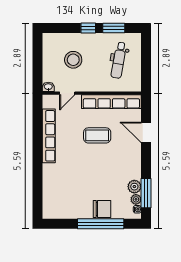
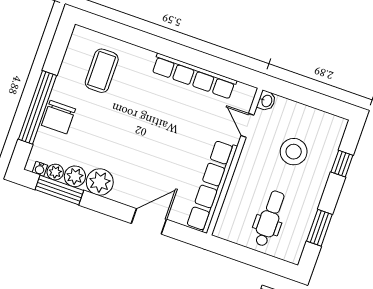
window: (88, 28) -> (342, 164), moved
dental chair: (119, 60) -> (269, 219), turned 80
coffee table: (97, 135) -> (102, 71), moved
plant: (133, 170) -> (100, 182), added

